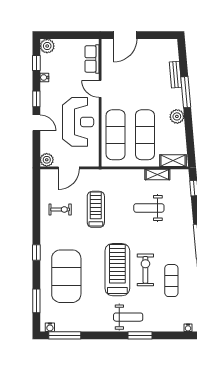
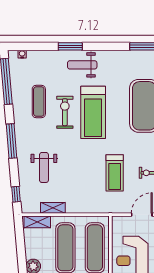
weight bench: (149, 208) -> (44, 167), moved, turned 90
exercise bike: (145, 270) -> (65, 112), turned 180

